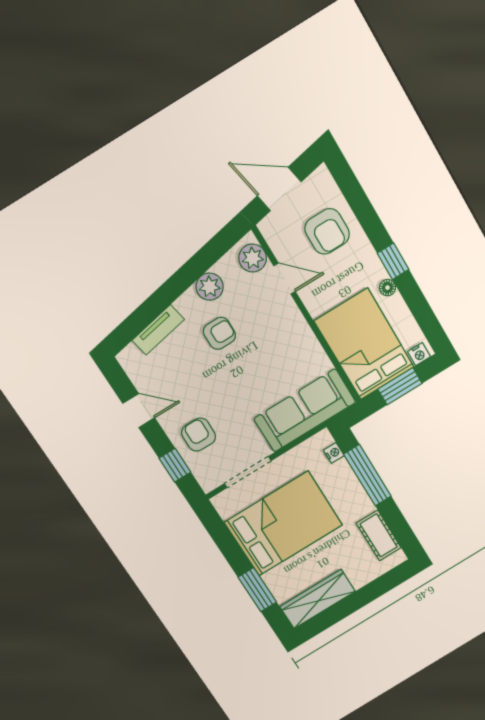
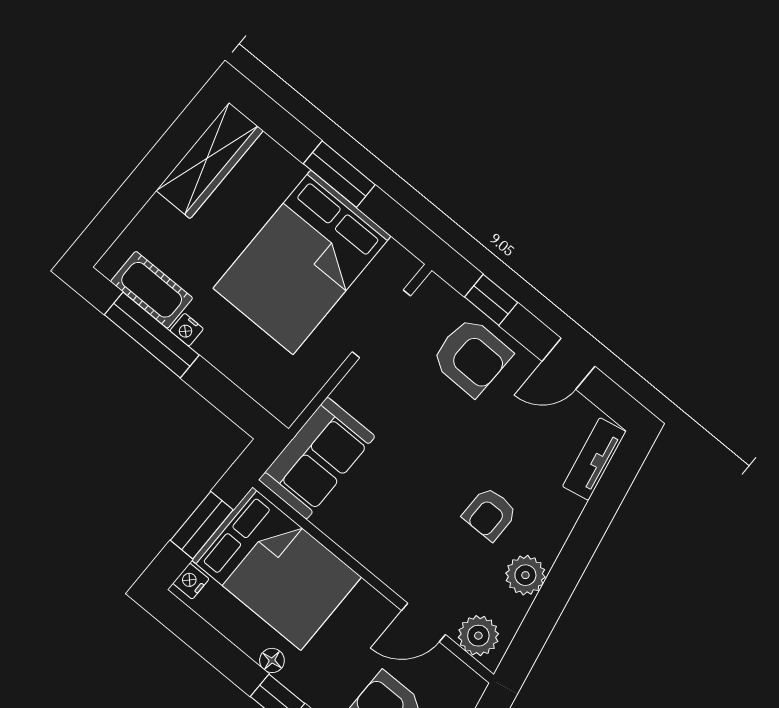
tv unit: (158, 330) -> (594, 459), moved
sofa: (305, 410) -> (317, 458), width x0.73
armchair: (199, 435) -> (471, 357), width x1.38, depth x1.38
nightstand: (334, 453) -> (187, 330), moved
window: (367, 475) -> (152, 335), moved
window: (257, 590) -> (339, 174), moved

